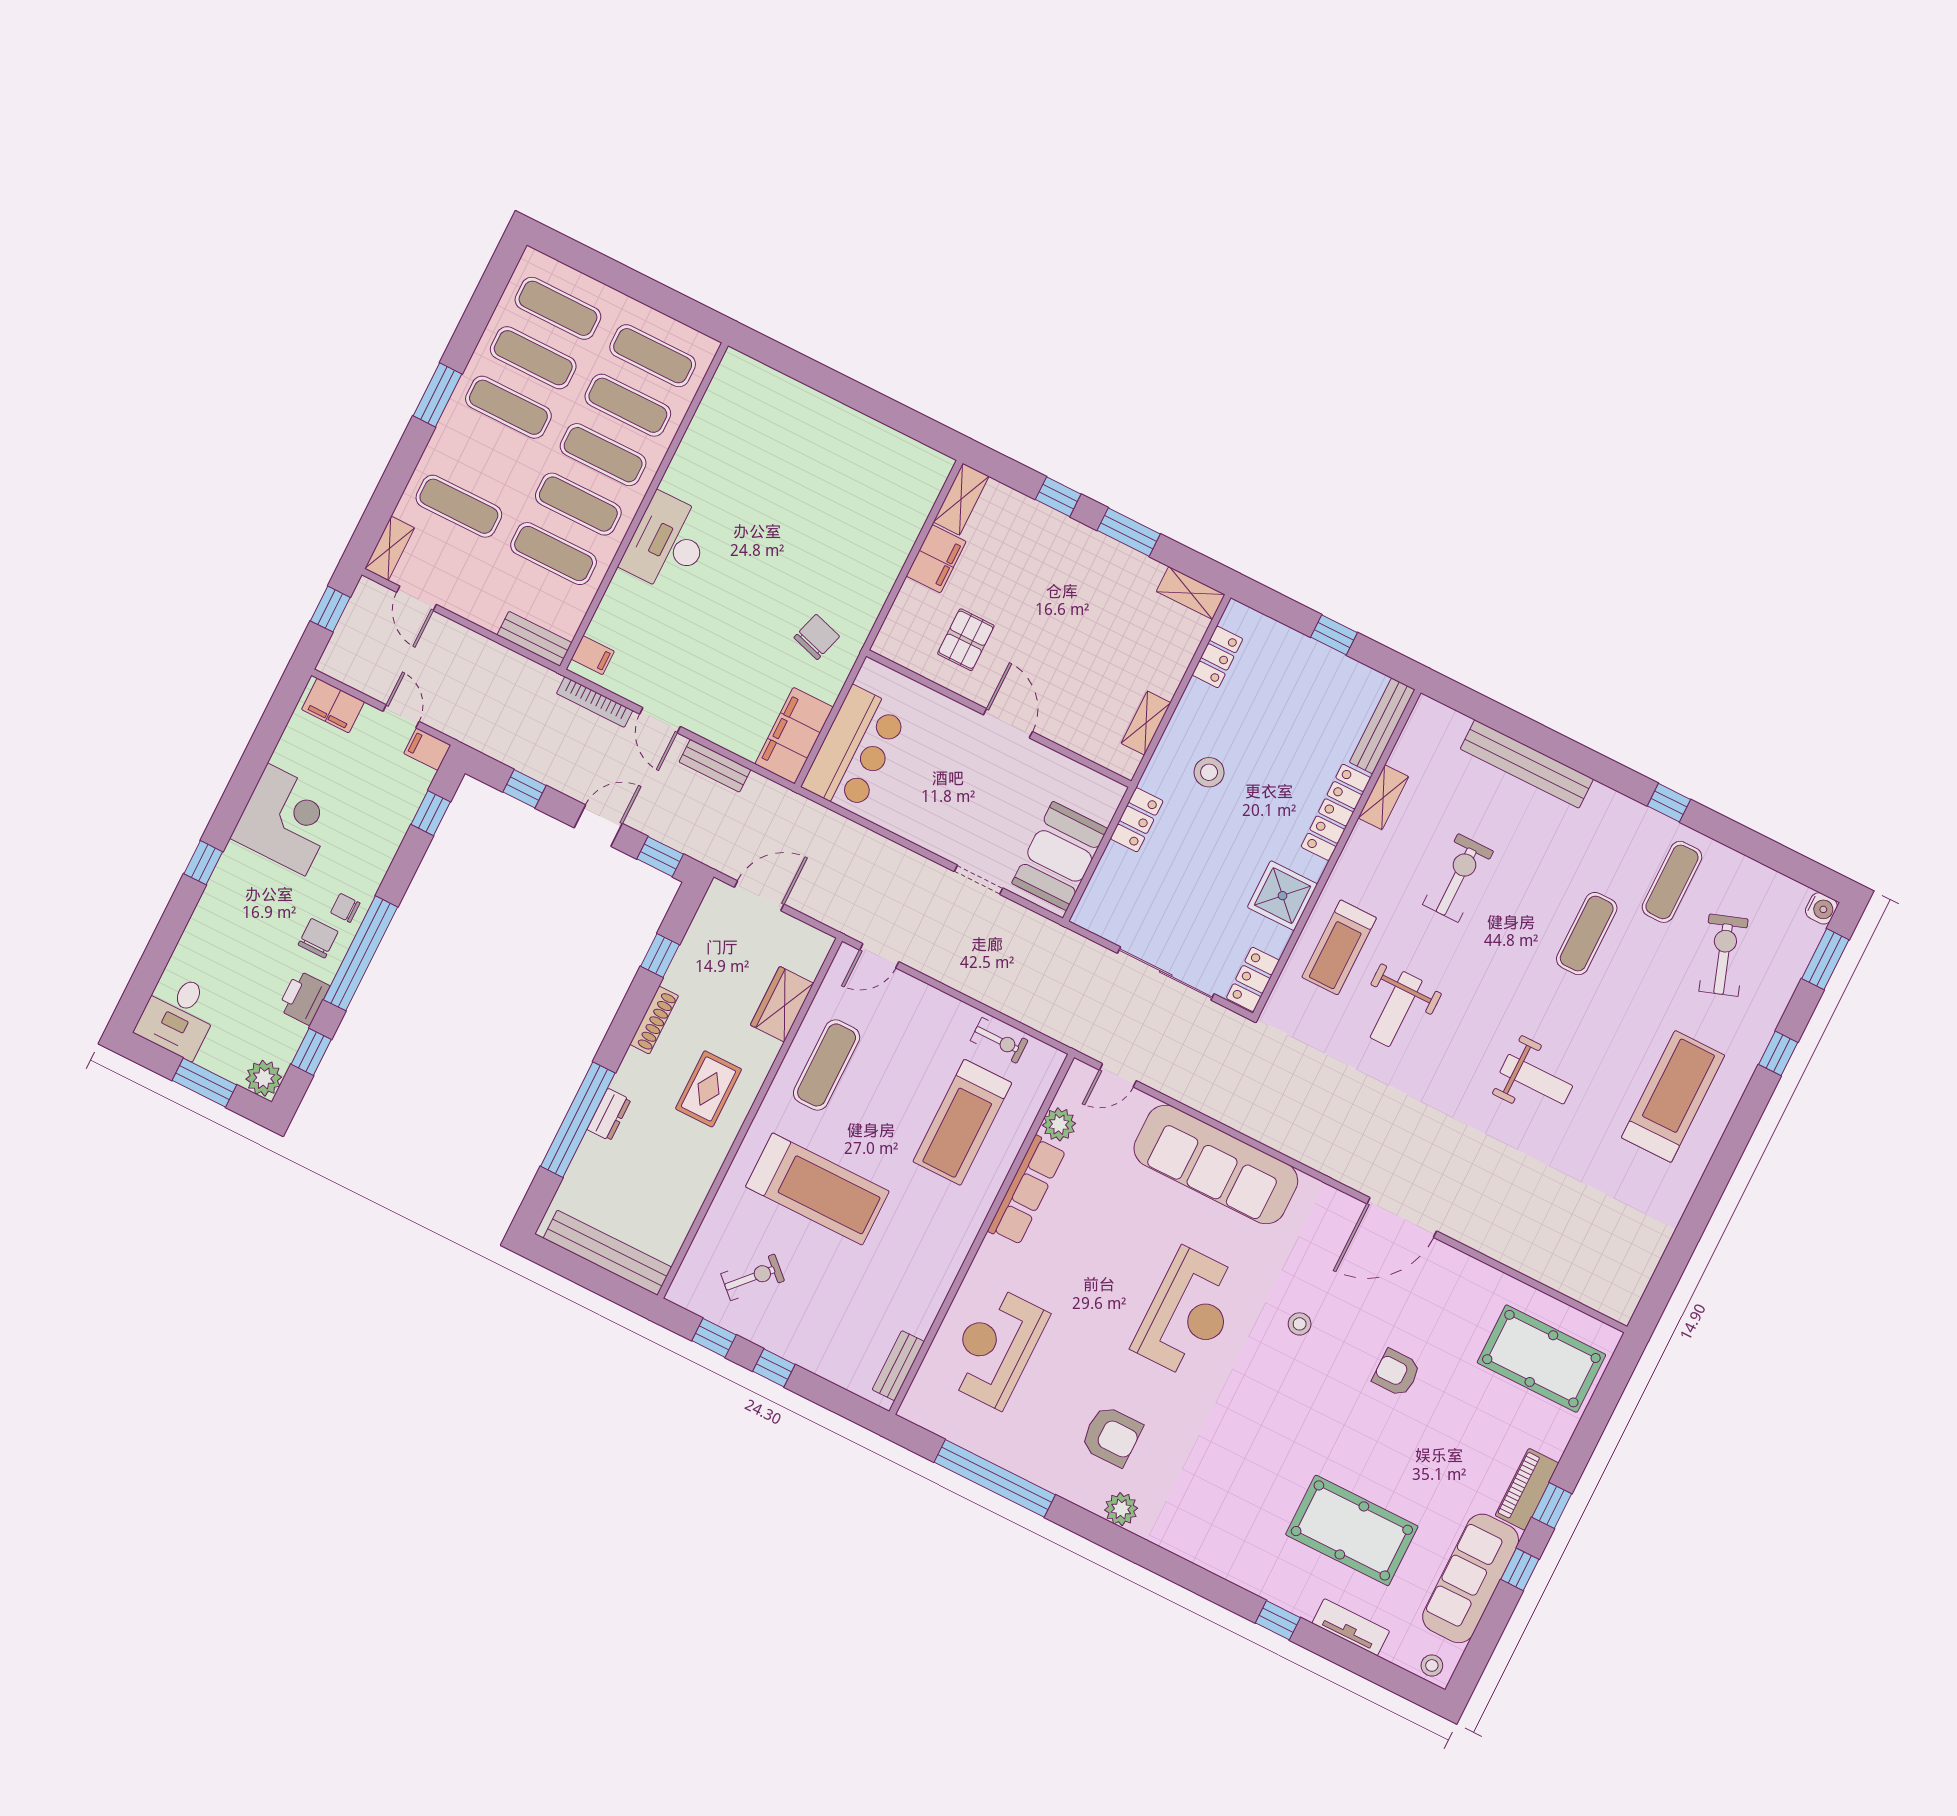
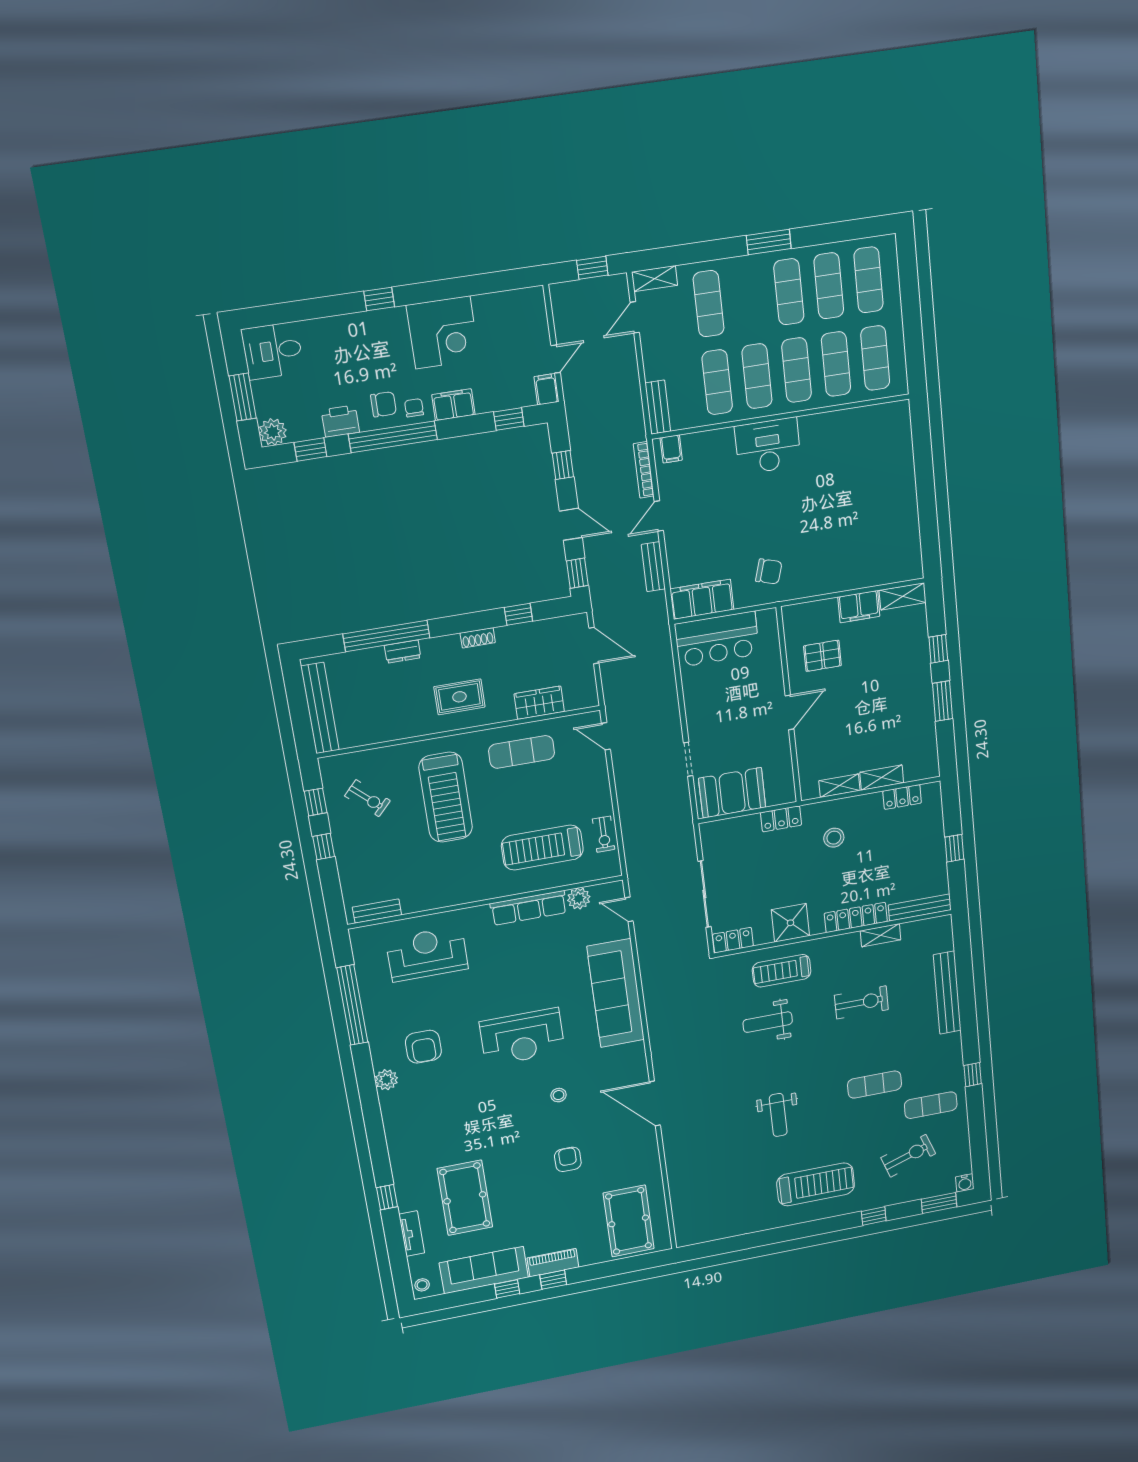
shelving: (1191, 593) -> (882, 778), moved, turned 90
filing cabinet: (333, 706) -> (453, 405), moved, turned 90
shoe rack: (654, 1020) -> (478, 638), width x0.70

